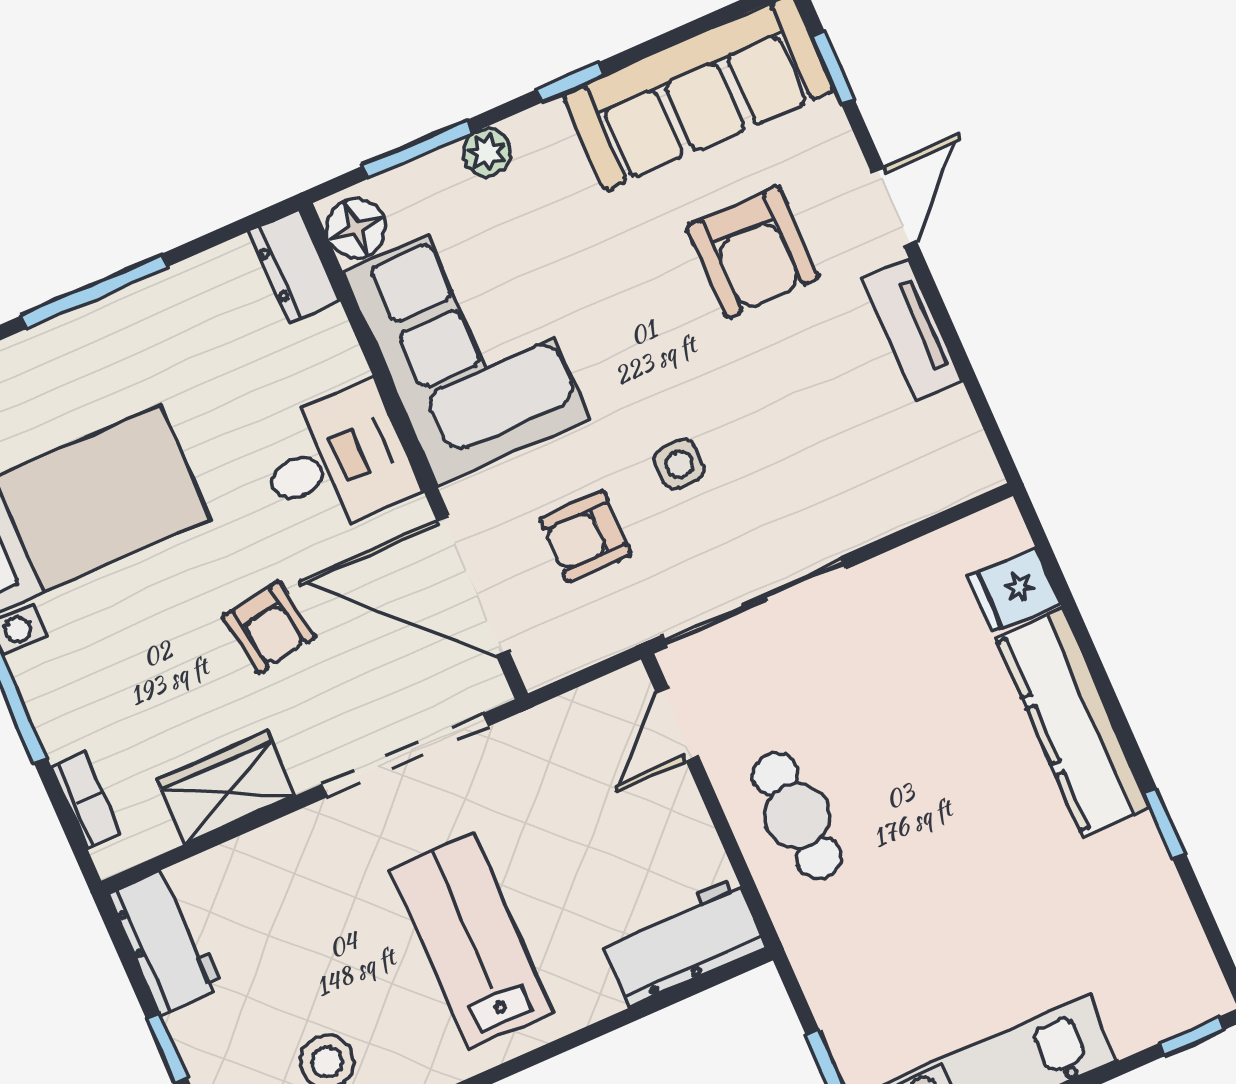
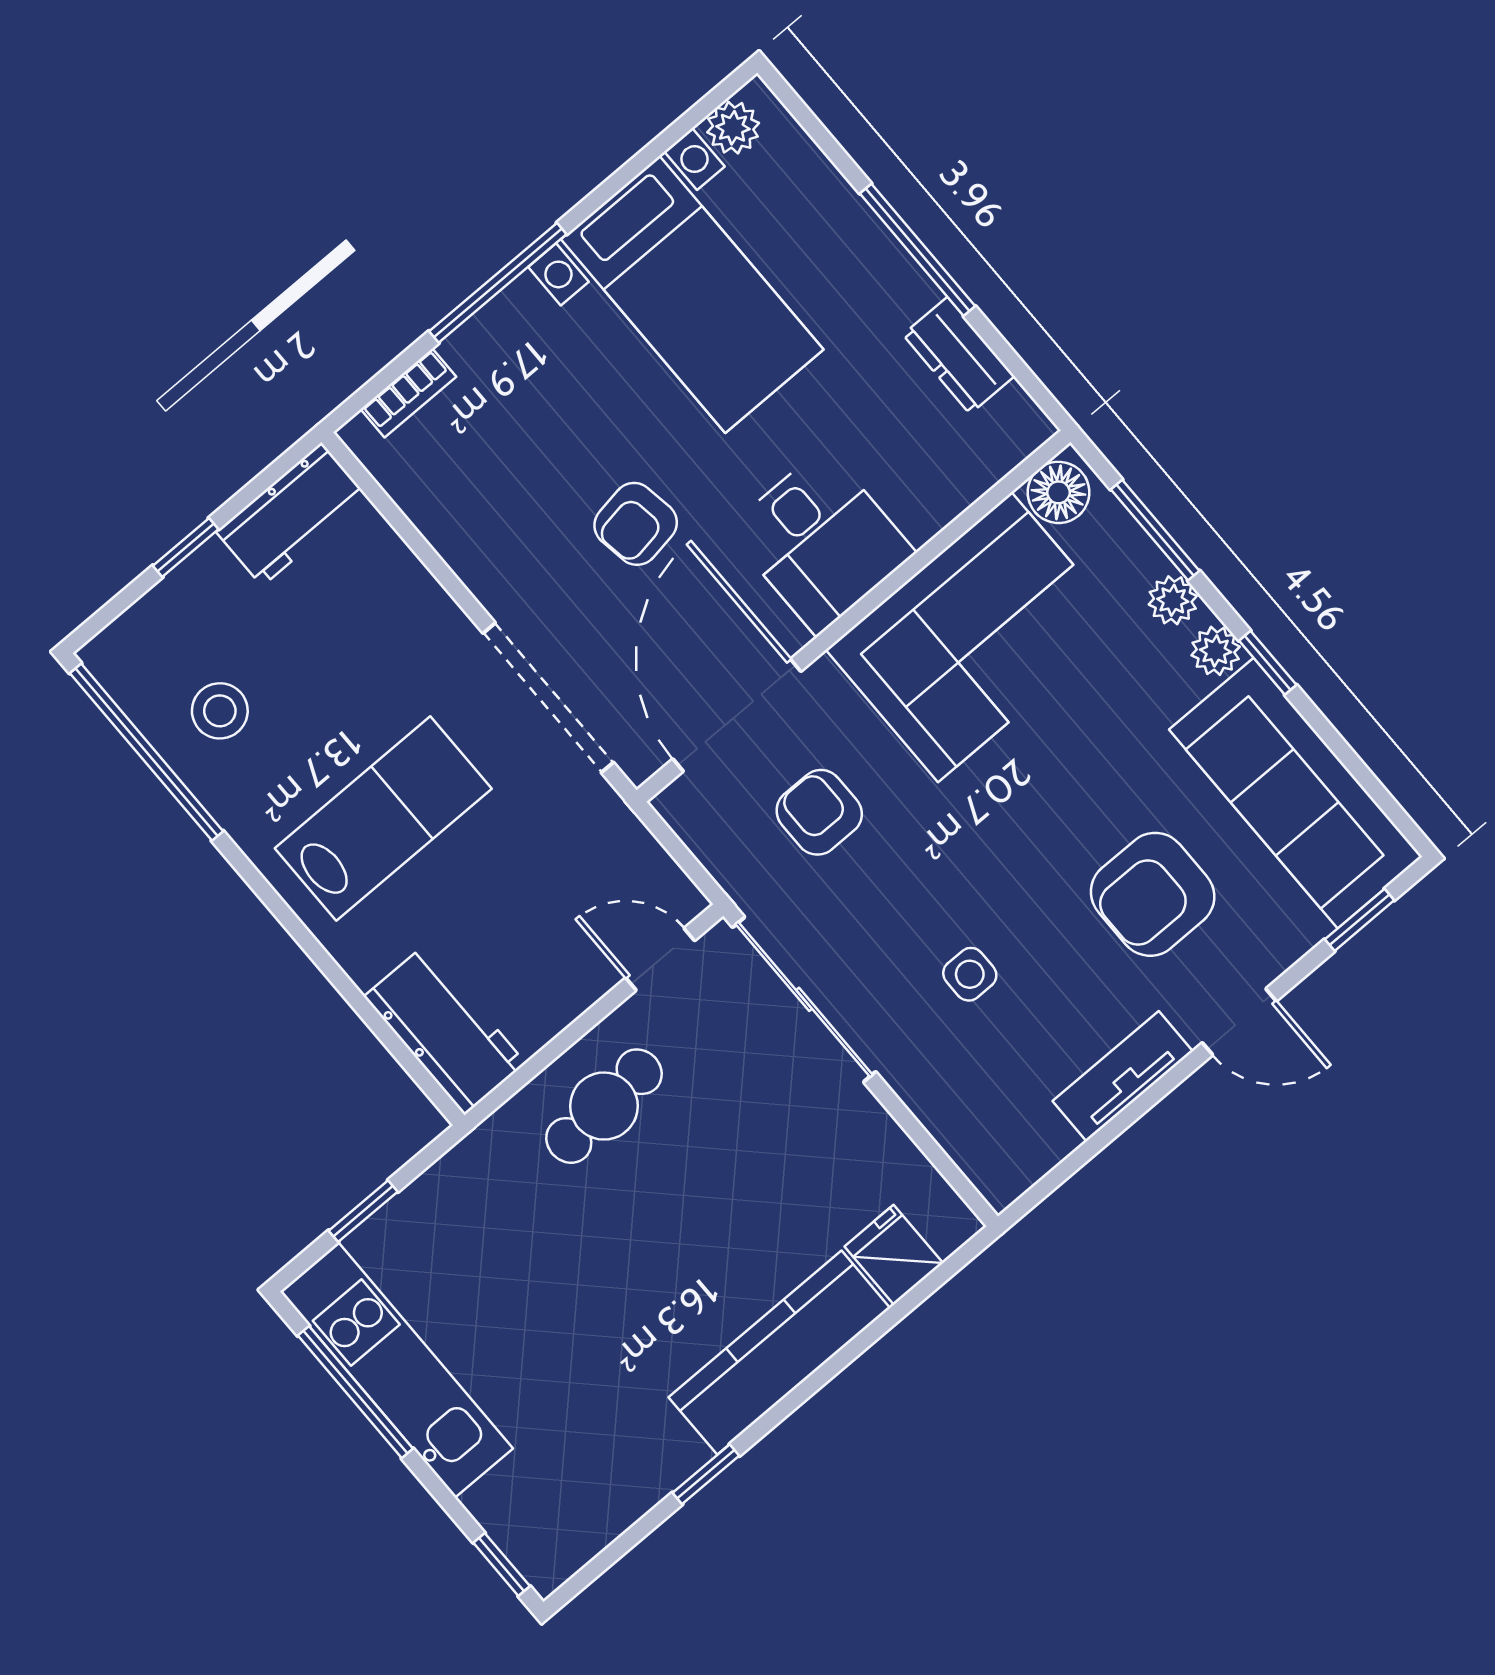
plant: (545, 127) -> (1216, 651), added
dresser: (294, 266) -> (959, 355), moved, turned -90
side table: (679, 464) -> (970, 974), moved
wardrobe: (226, 788) -> (463, 529), removed

